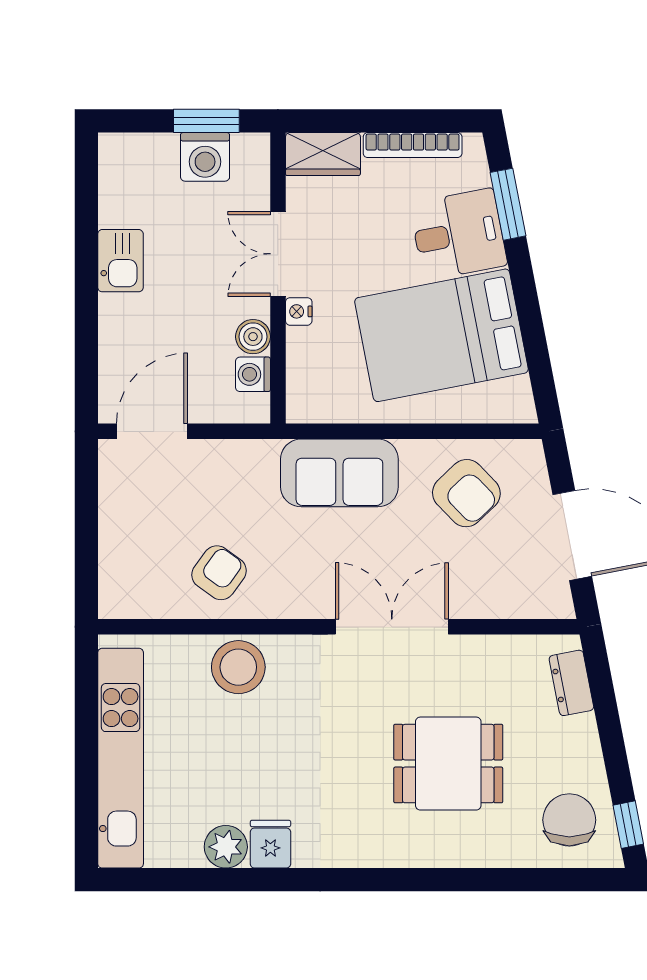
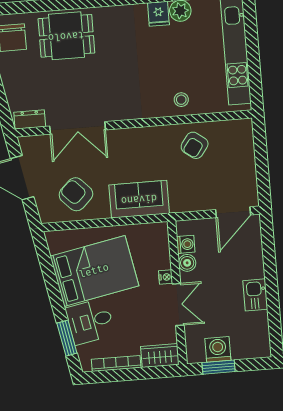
double door: (392, 627) -> (78, 128), moved
stool: (238, 667) -> (181, 100), width x0.53, depth x0.53
dresser: (571, 683) -> (30, 119), moved, turned -79
dining table: (448, 764) -> (66, 36), moved

